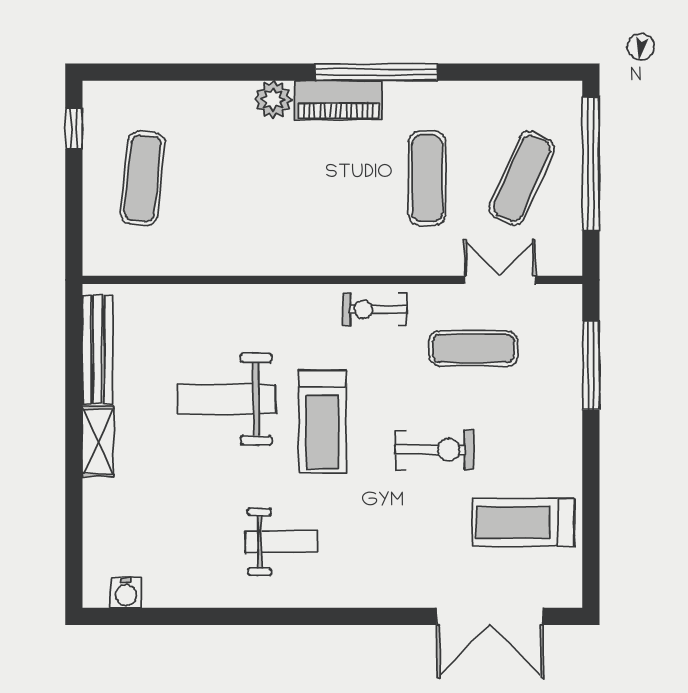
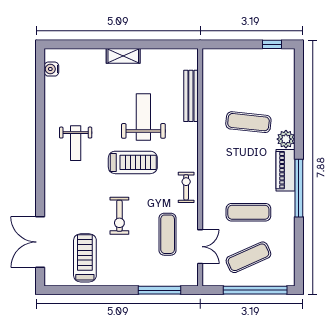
exercise mat: (143, 178) -> (248, 122), moved
exercise mat: (522, 178) -> (248, 257), turned -48
bench: (97, 349) -> (191, 96), moved, turned 90
treadmill: (322, 422) -> (133, 162), turned 180

